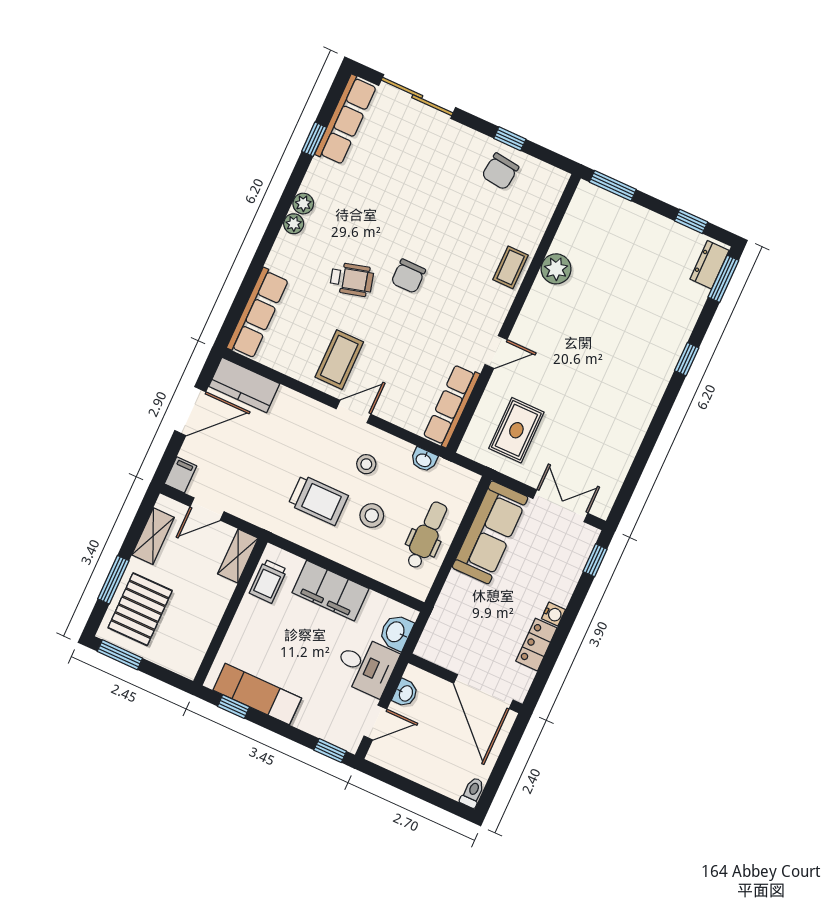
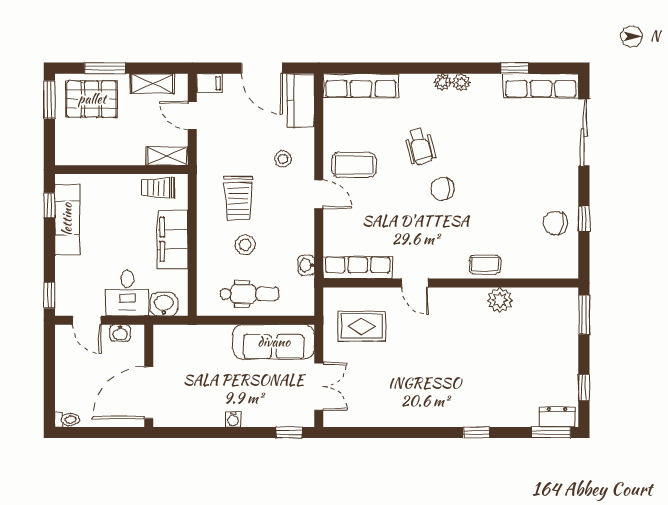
stool: (366, 464) -> (283, 159), moved
locker: (536, 645) -> (204, 417), removed

